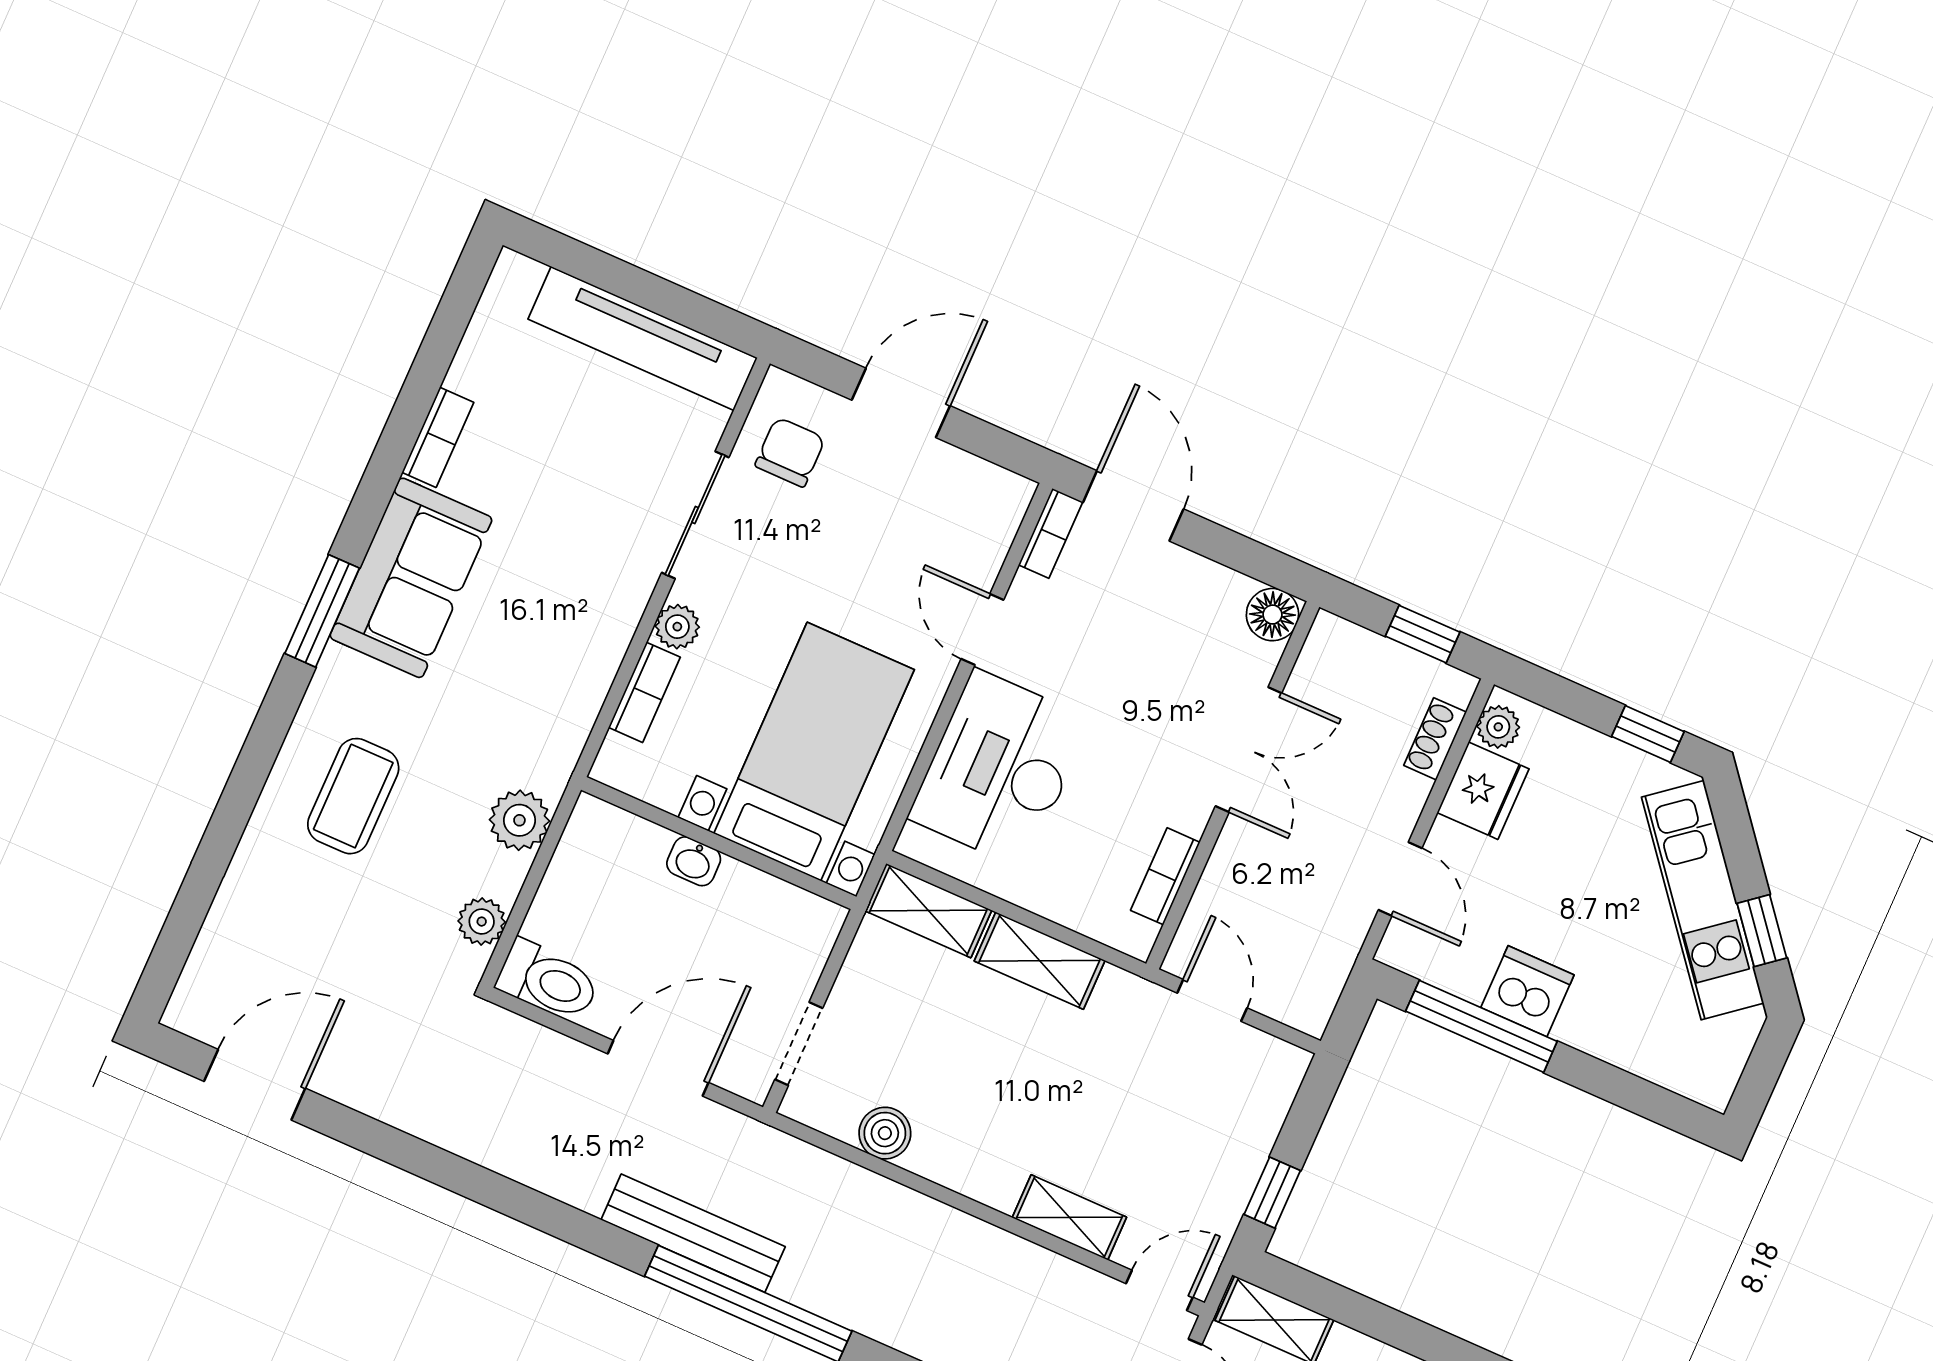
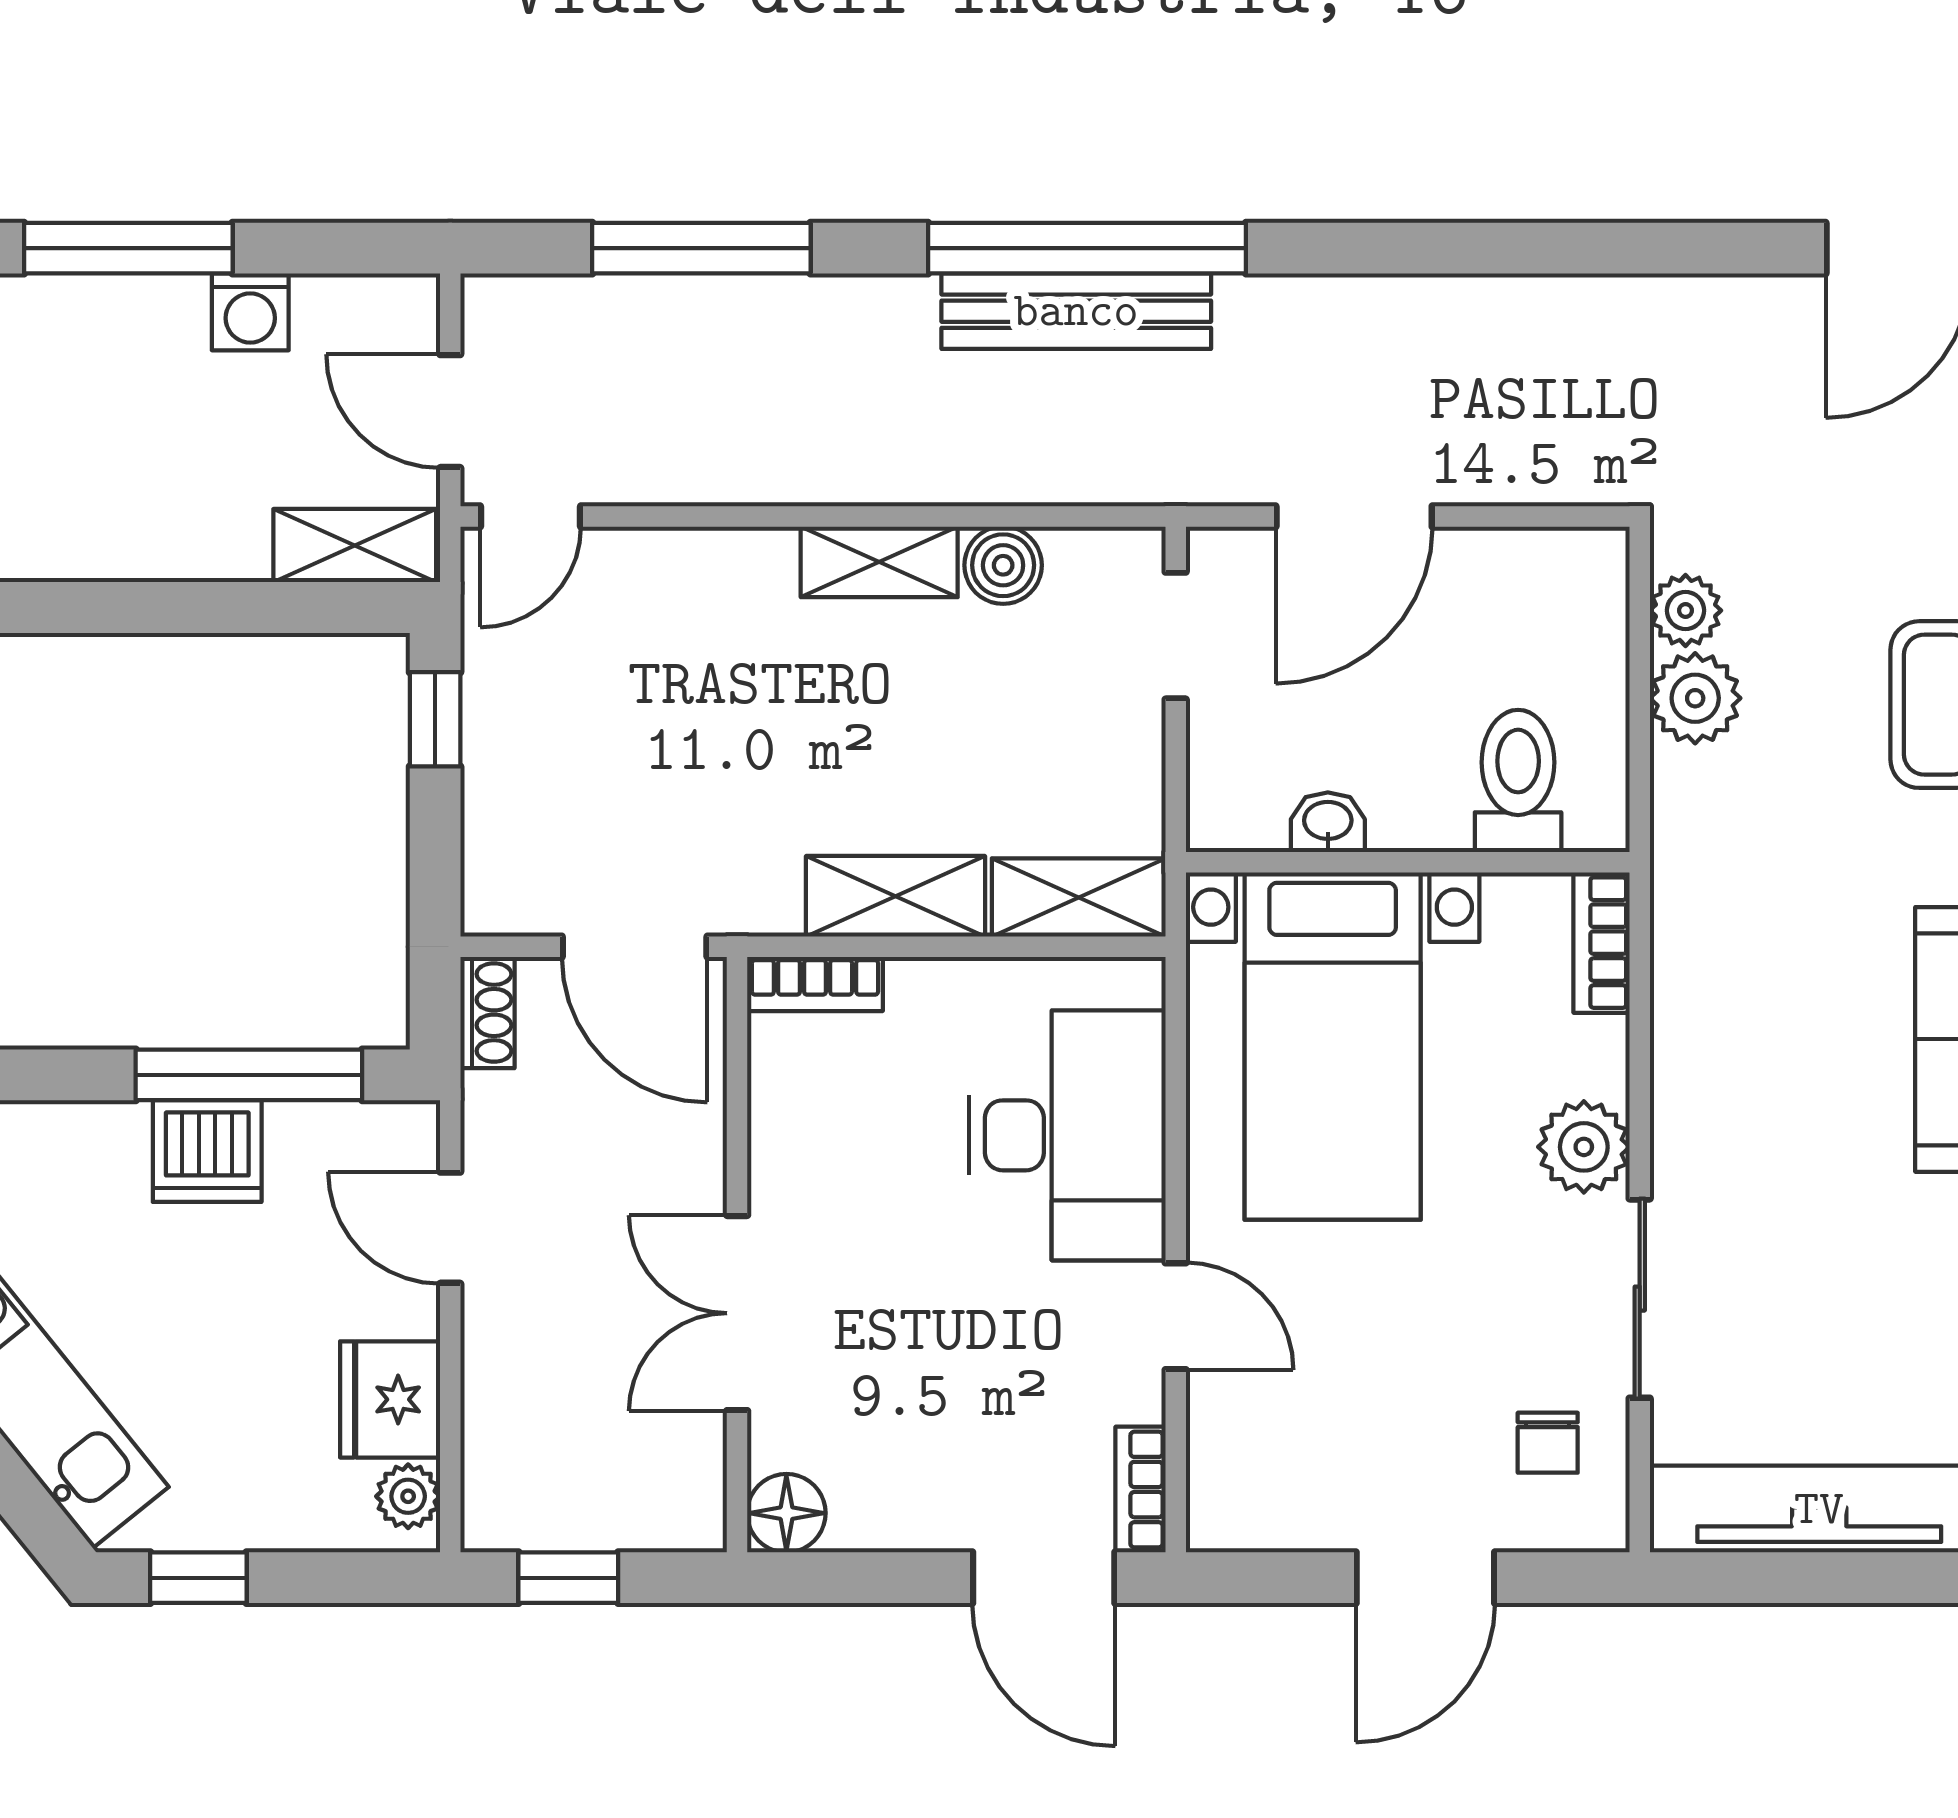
chair: (790, 452) -> (1548, 1443), width x0.73, depth x0.73
plant: (677, 627) -> (1584, 1147), width x1.38, depth x1.38
bookcase: (644, 692) -> (1602, 943), moved
shoe rack: (1435, 739) -> (487, 1012), moved
plant: (519, 820) -> (1695, 698), moved
washbasin: (694, 861) -> (1328, 822), moved
bookcase: (1165, 876) -> (815, 984), moved, turned 90
toilet: (548, 981) -> (1518, 781), moved, turned 90
door: (1212, 1000) -> (635, 947), width x1.38
shelving: (1069, 1217) -> (879, 562), moved
bench: (693, 1233) -> (1076, 311), moved

